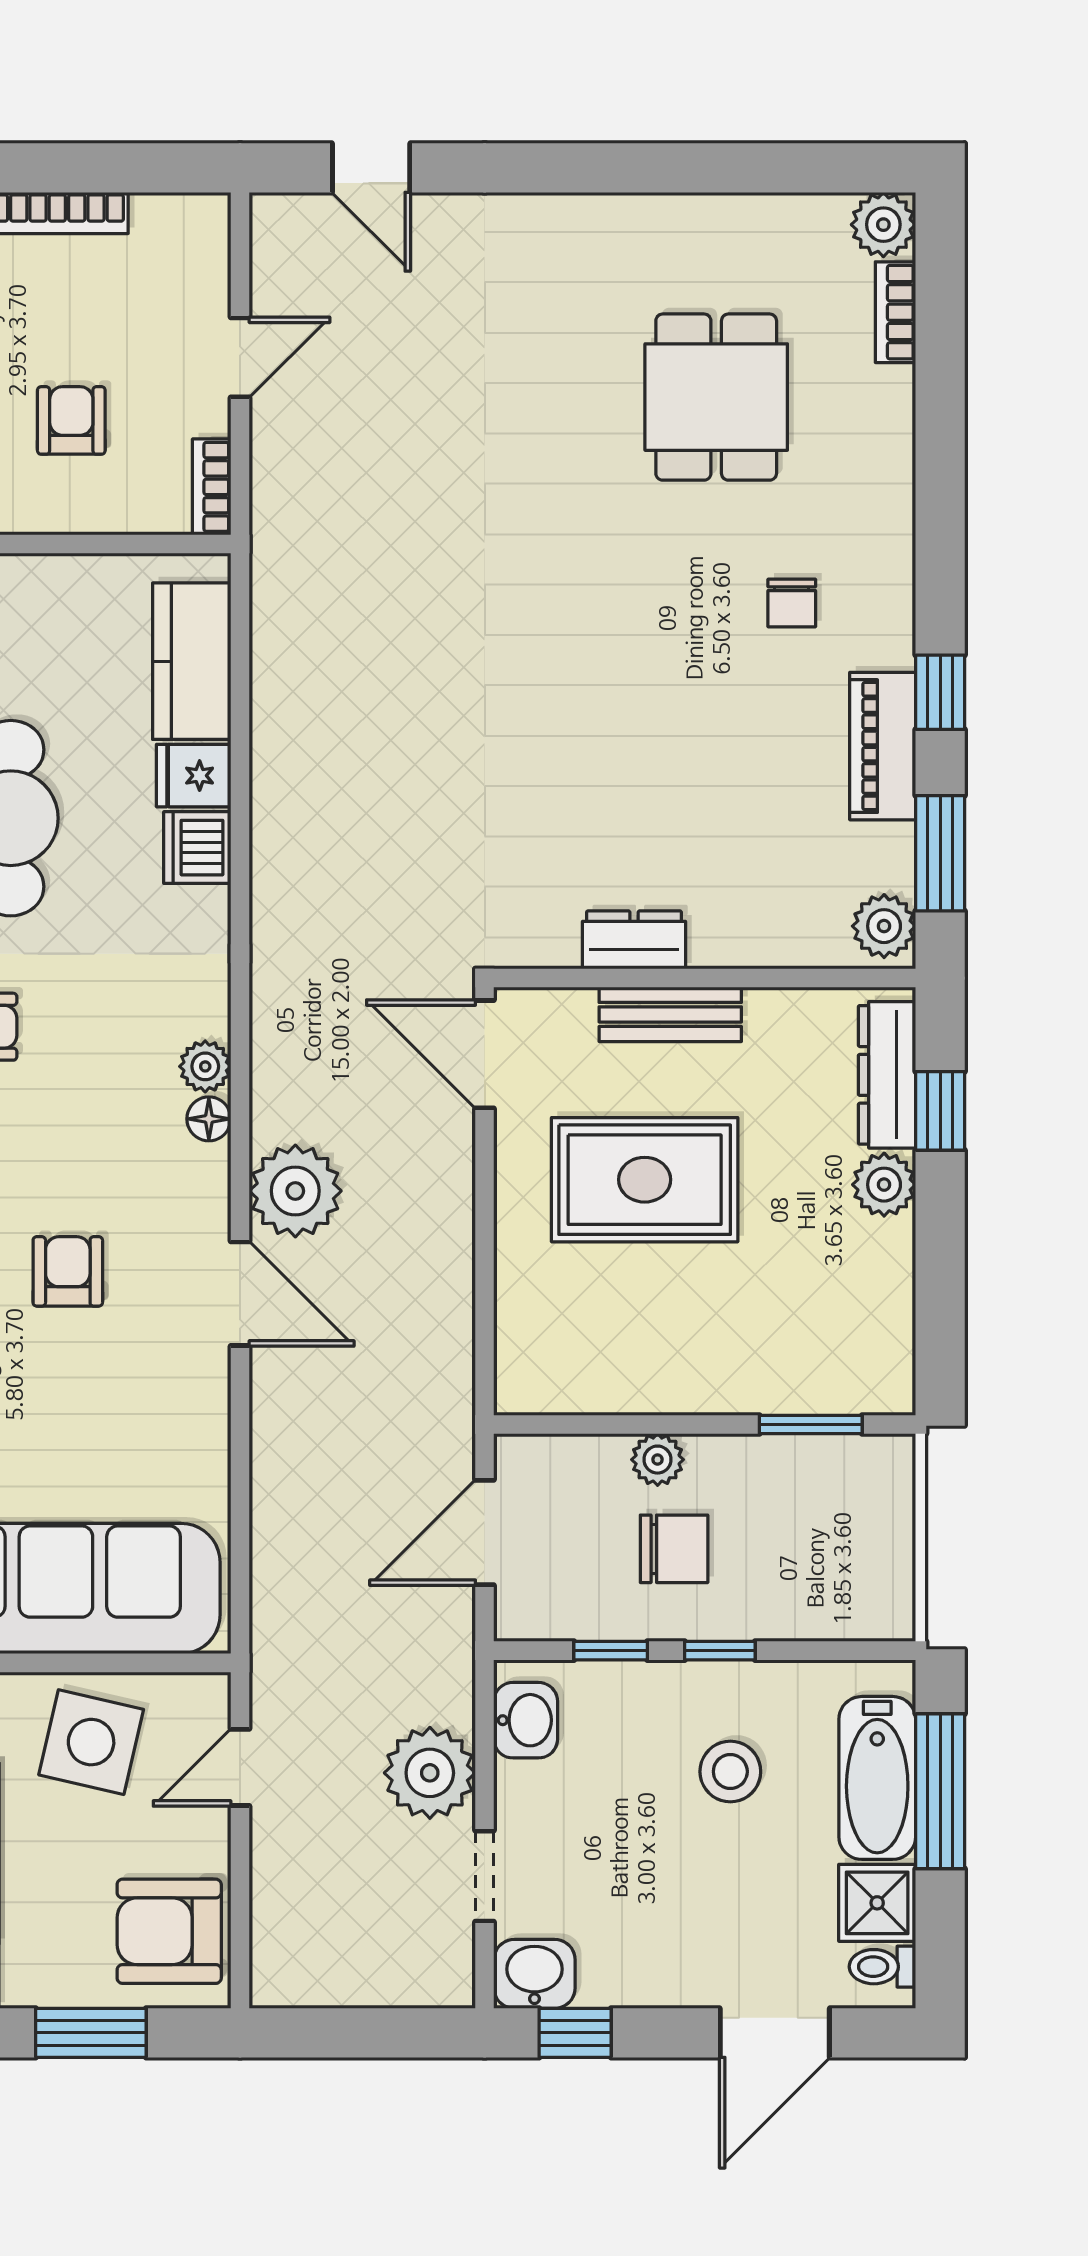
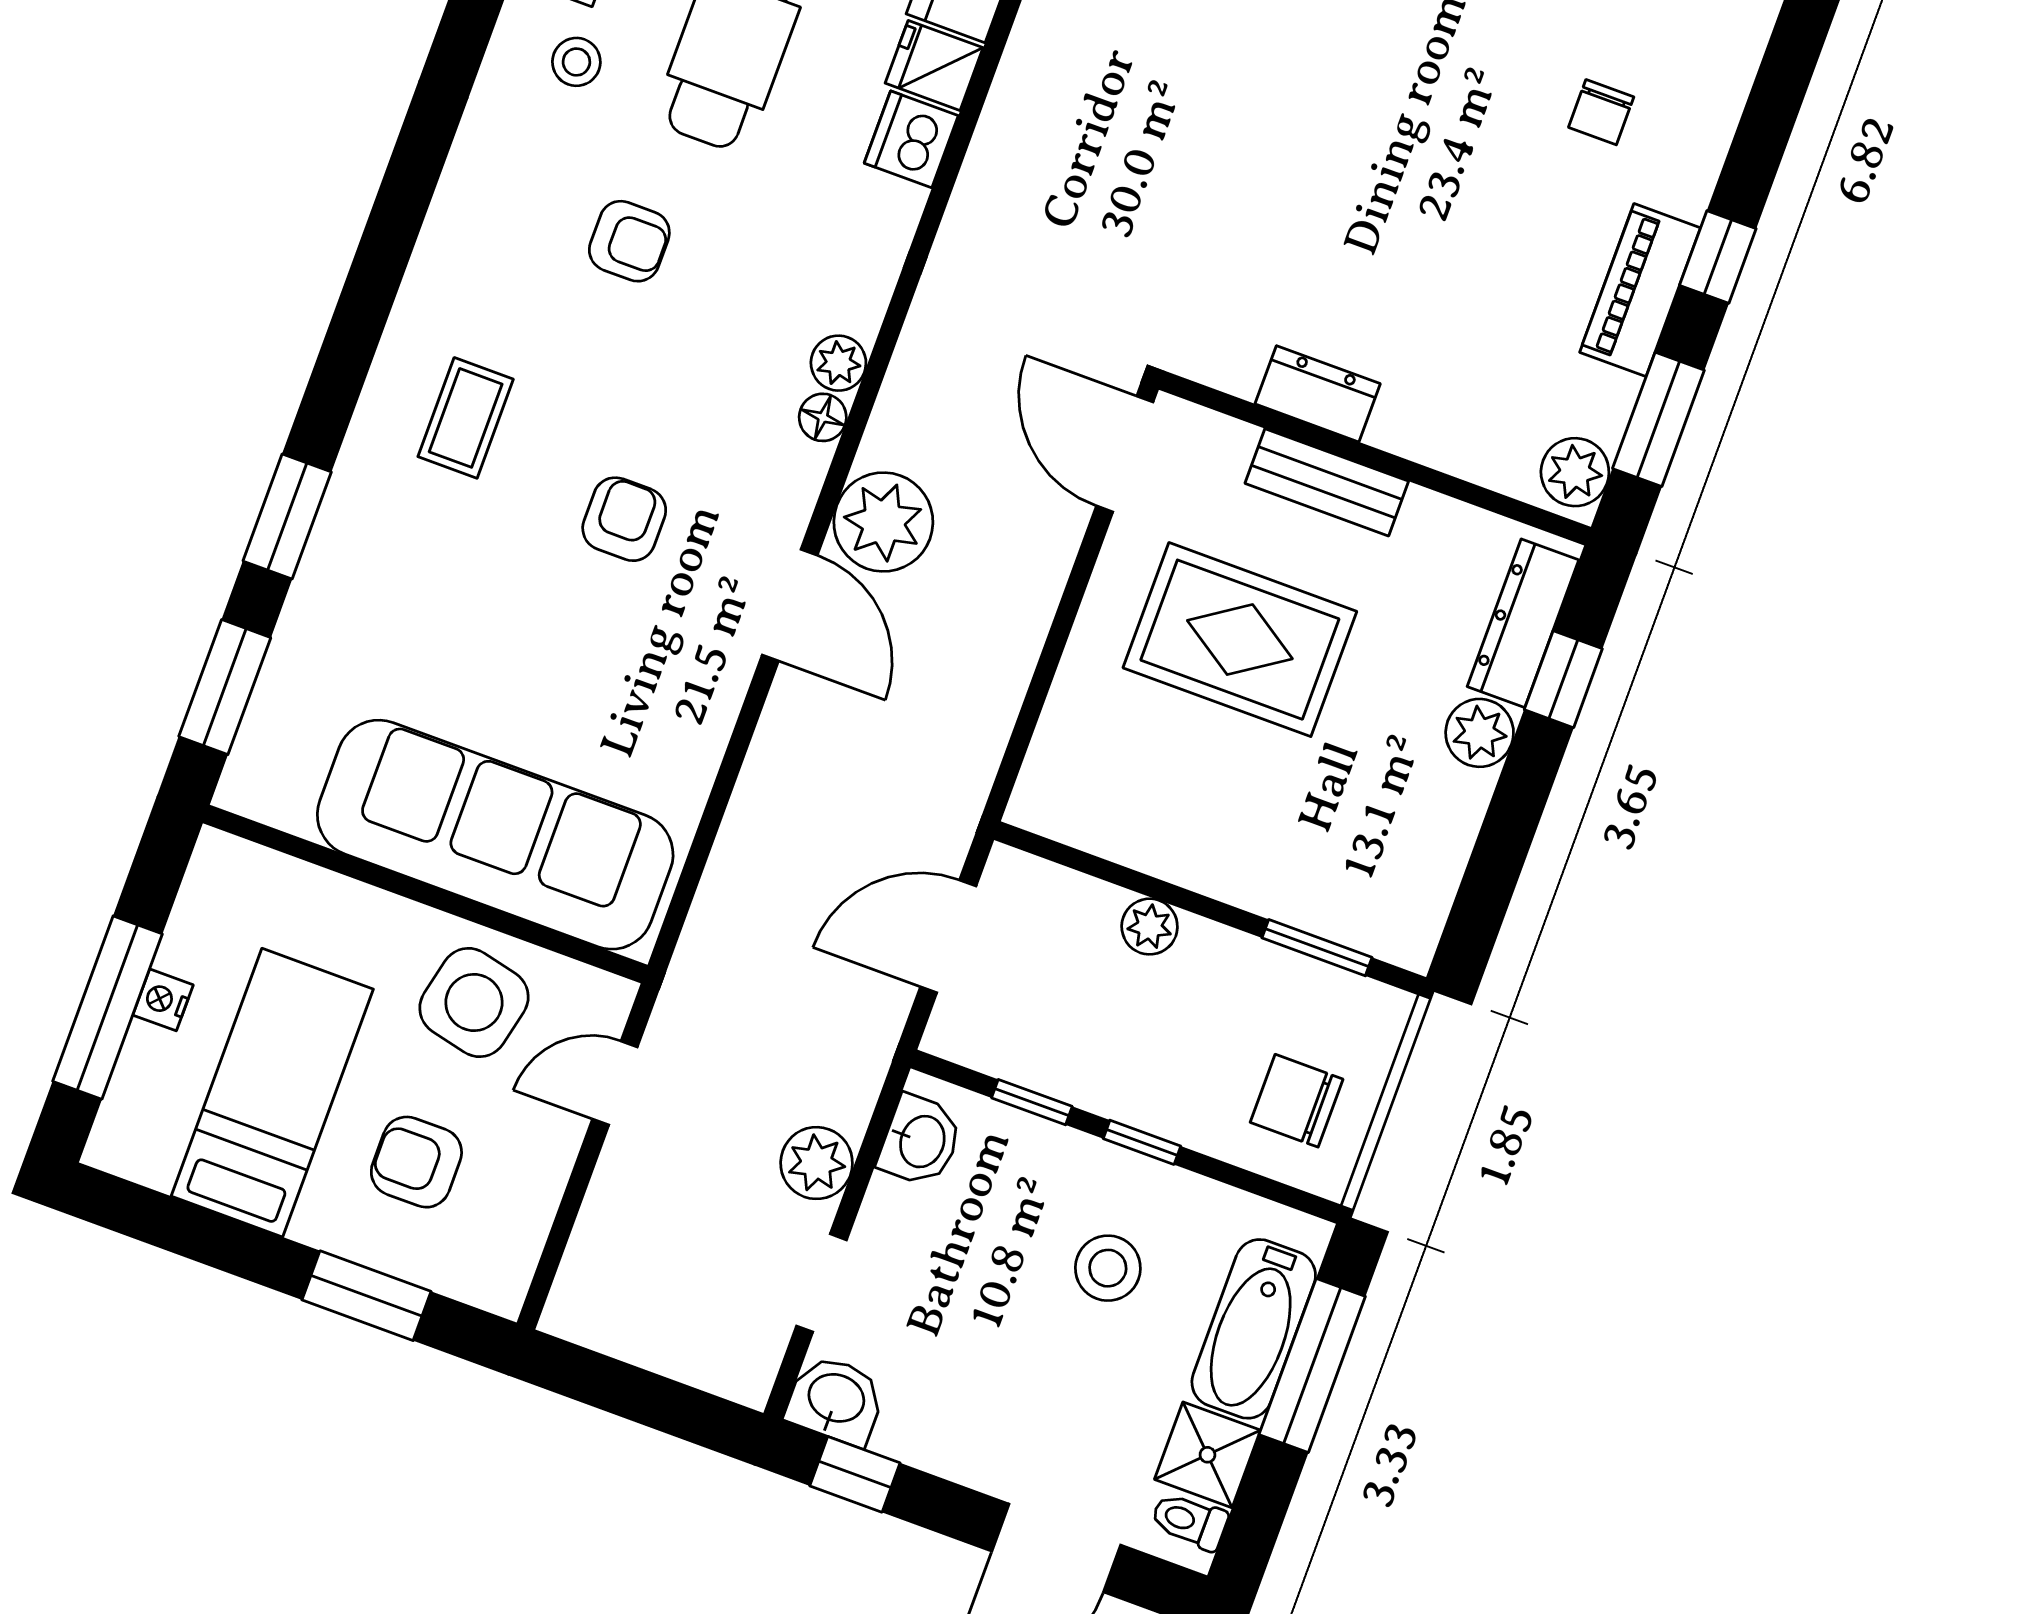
chair: (674, 1549) -> (1297, 1101), moved, turned 180
plant: (430, 1773) -> (817, 1163), width x0.73, depth x0.73
armchair: (169, 1931) -> (416, 1162), moved, width x0.72, depth x0.72

